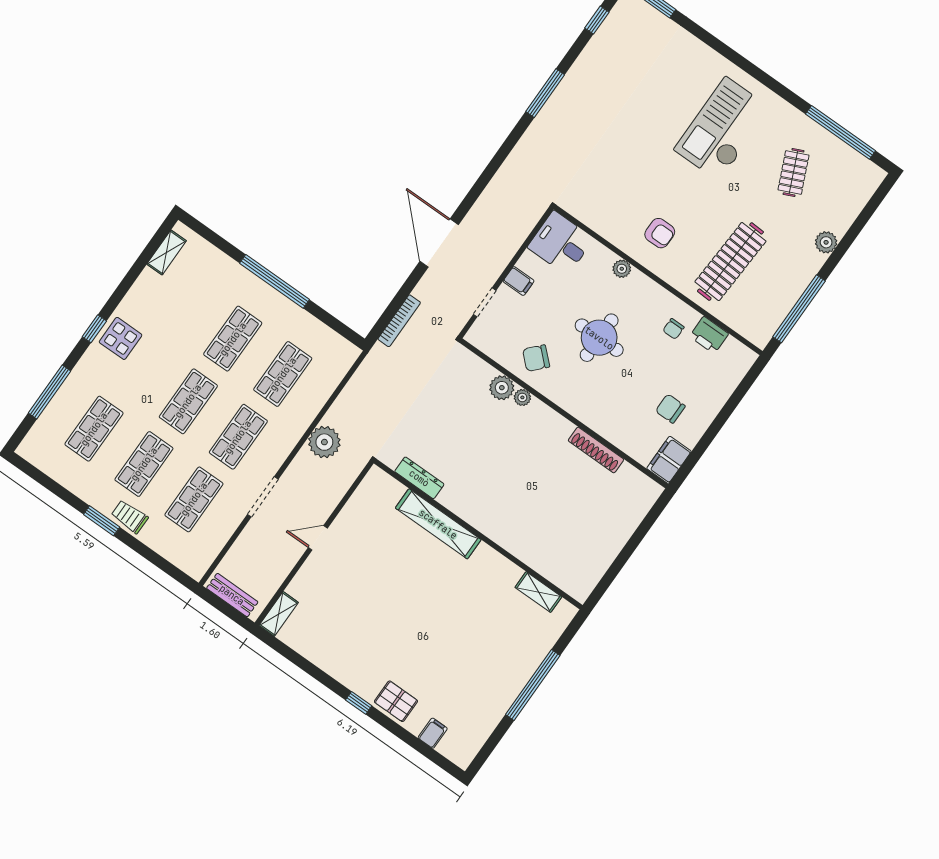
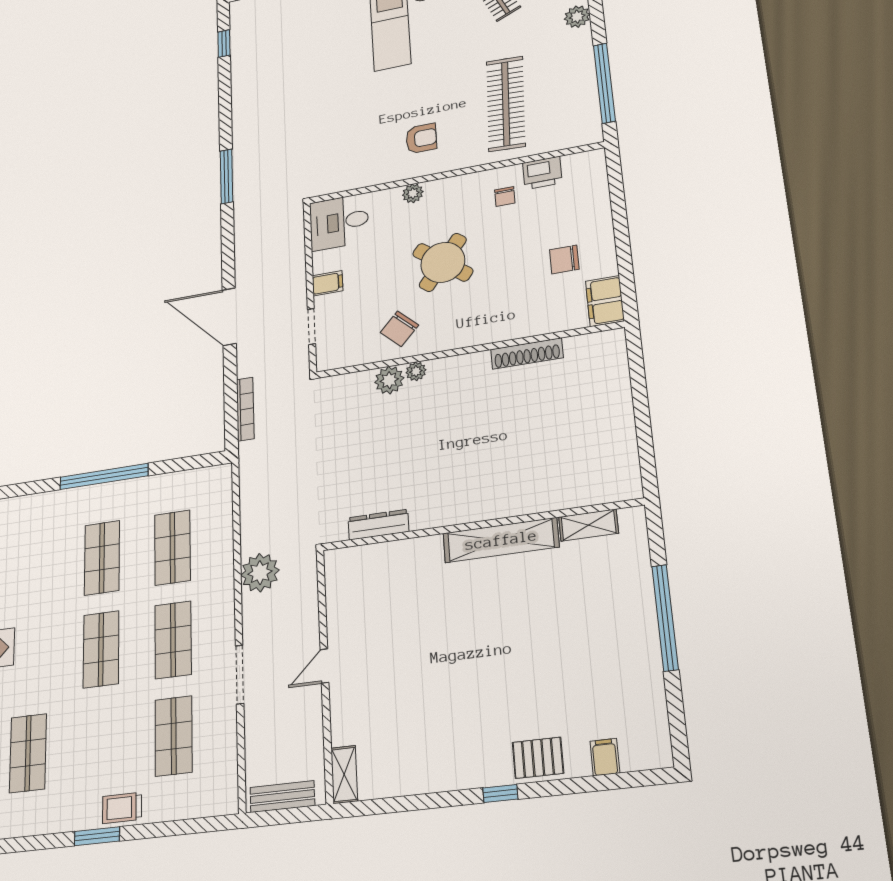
window: (545, 93) -> (226, 176), moved
round table: (599, 338) -> (443, 262), turned 38
shop shelf: (144, 464) -> (100, 745), removed
shelving: (438, 524) -> (501, 540), moved

